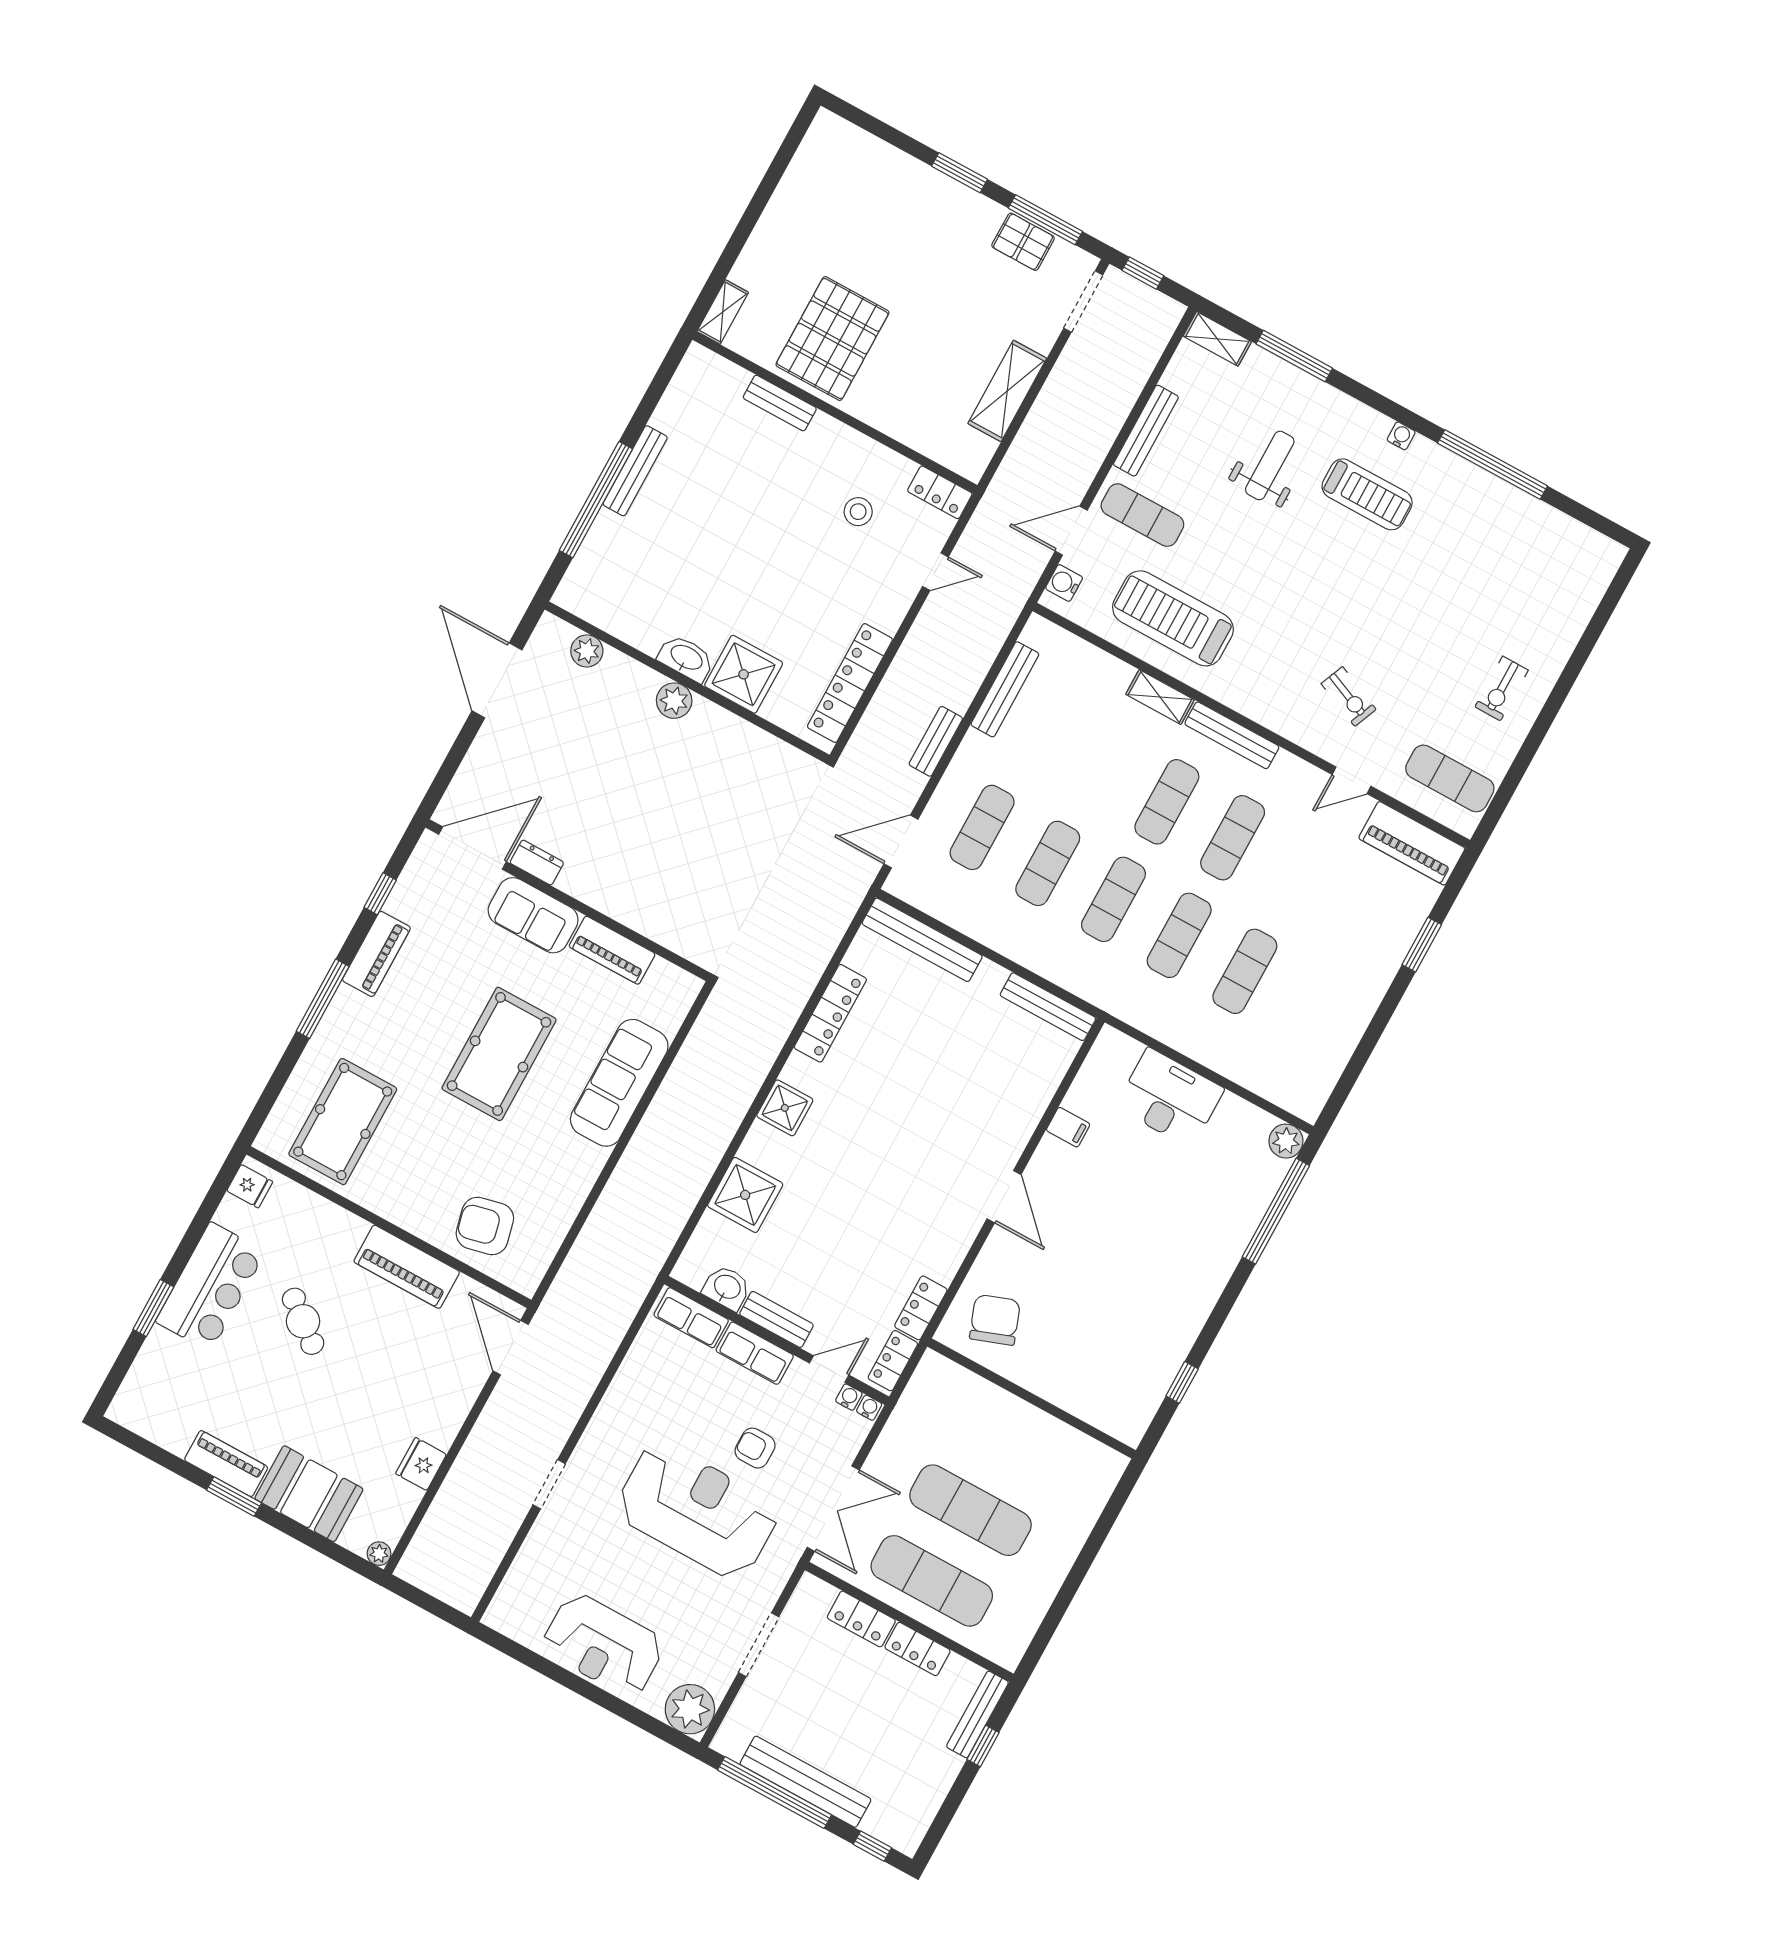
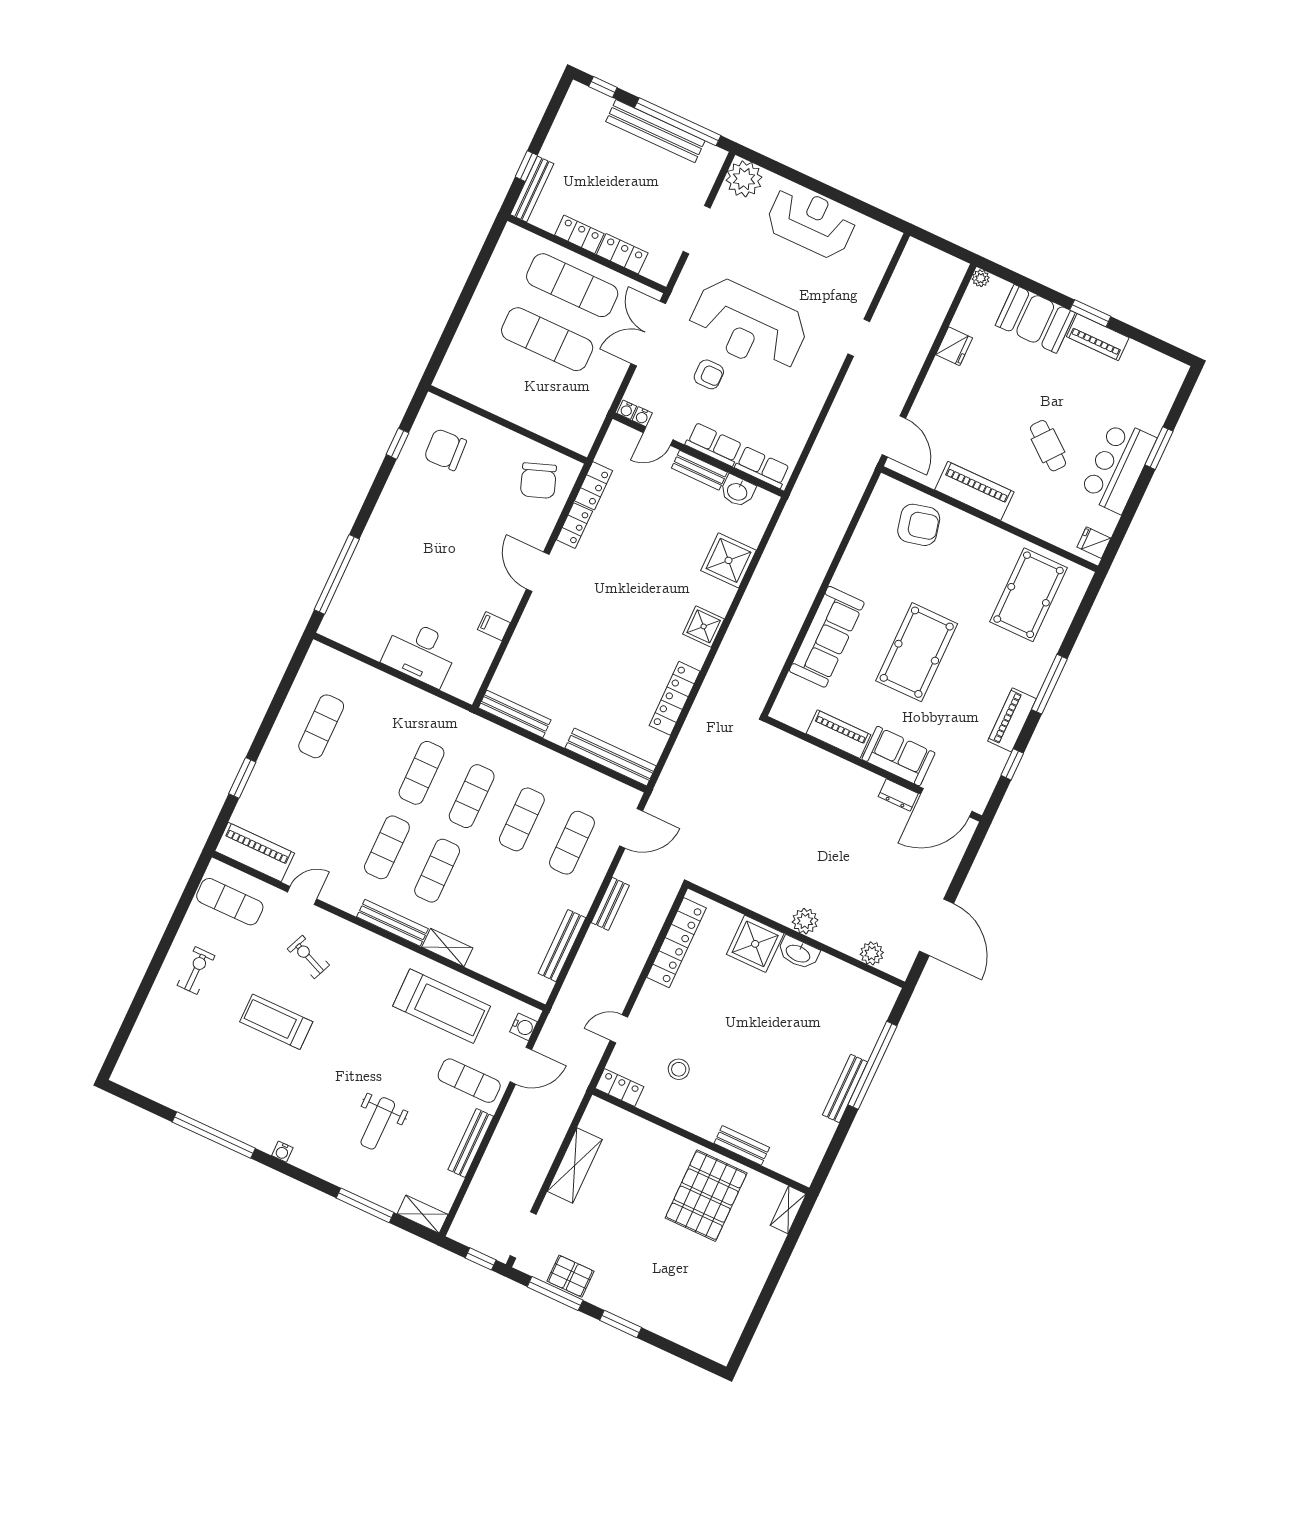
treadmill: (1367, 494) -> (276, 1022), moved
exercise mat: (1245, 971) -> (321, 726), moved
plant: (1286, 1141) -> (333, 627), removed
locker: (893, 1361) -> (574, 526), moved
chair: (1118, 1370) -> (445, 450), added

